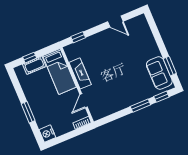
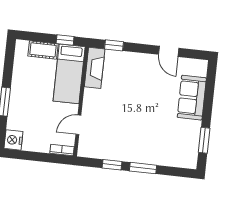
window: (30, 58) -> (65, 40), moved
fireplace: (80, 73) -> (95, 68), moved
sofa: (159, 73) -> (192, 98), moved
window: (161, 97) -> (112, 165), moved

